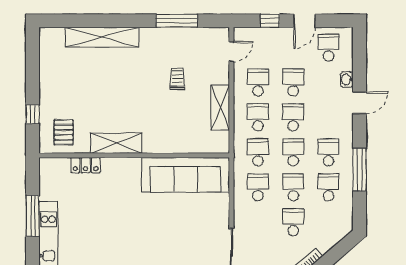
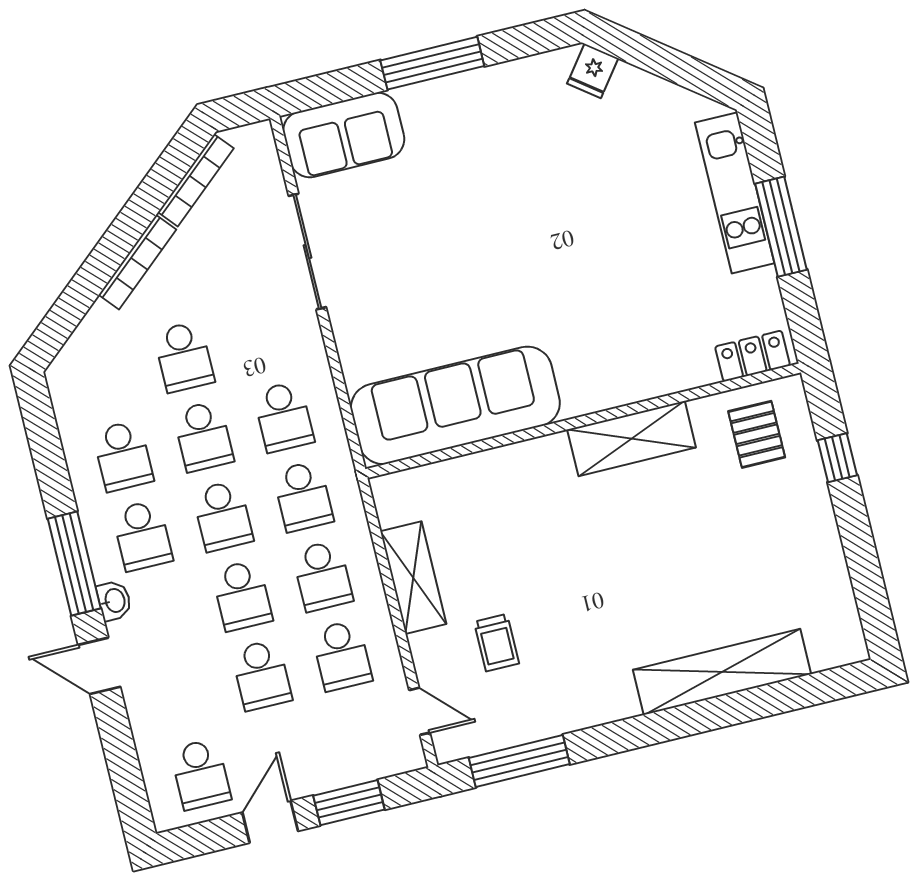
window: (177, 21) -> (519, 761), moved
window: (270, 21) -> (349, 803), width x1.50
door: (231, 51) -> (419, 711), swing flipped
trolley: (177, 78) -> (497, 643), moved
washbasin: (347, 80) -> (114, 601), moved
door: (360, 103) -> (99, 666), hinge flipped
locker: (85, 165) -> (753, 356), moved
window: (360, 170) -> (74, 564), moved

